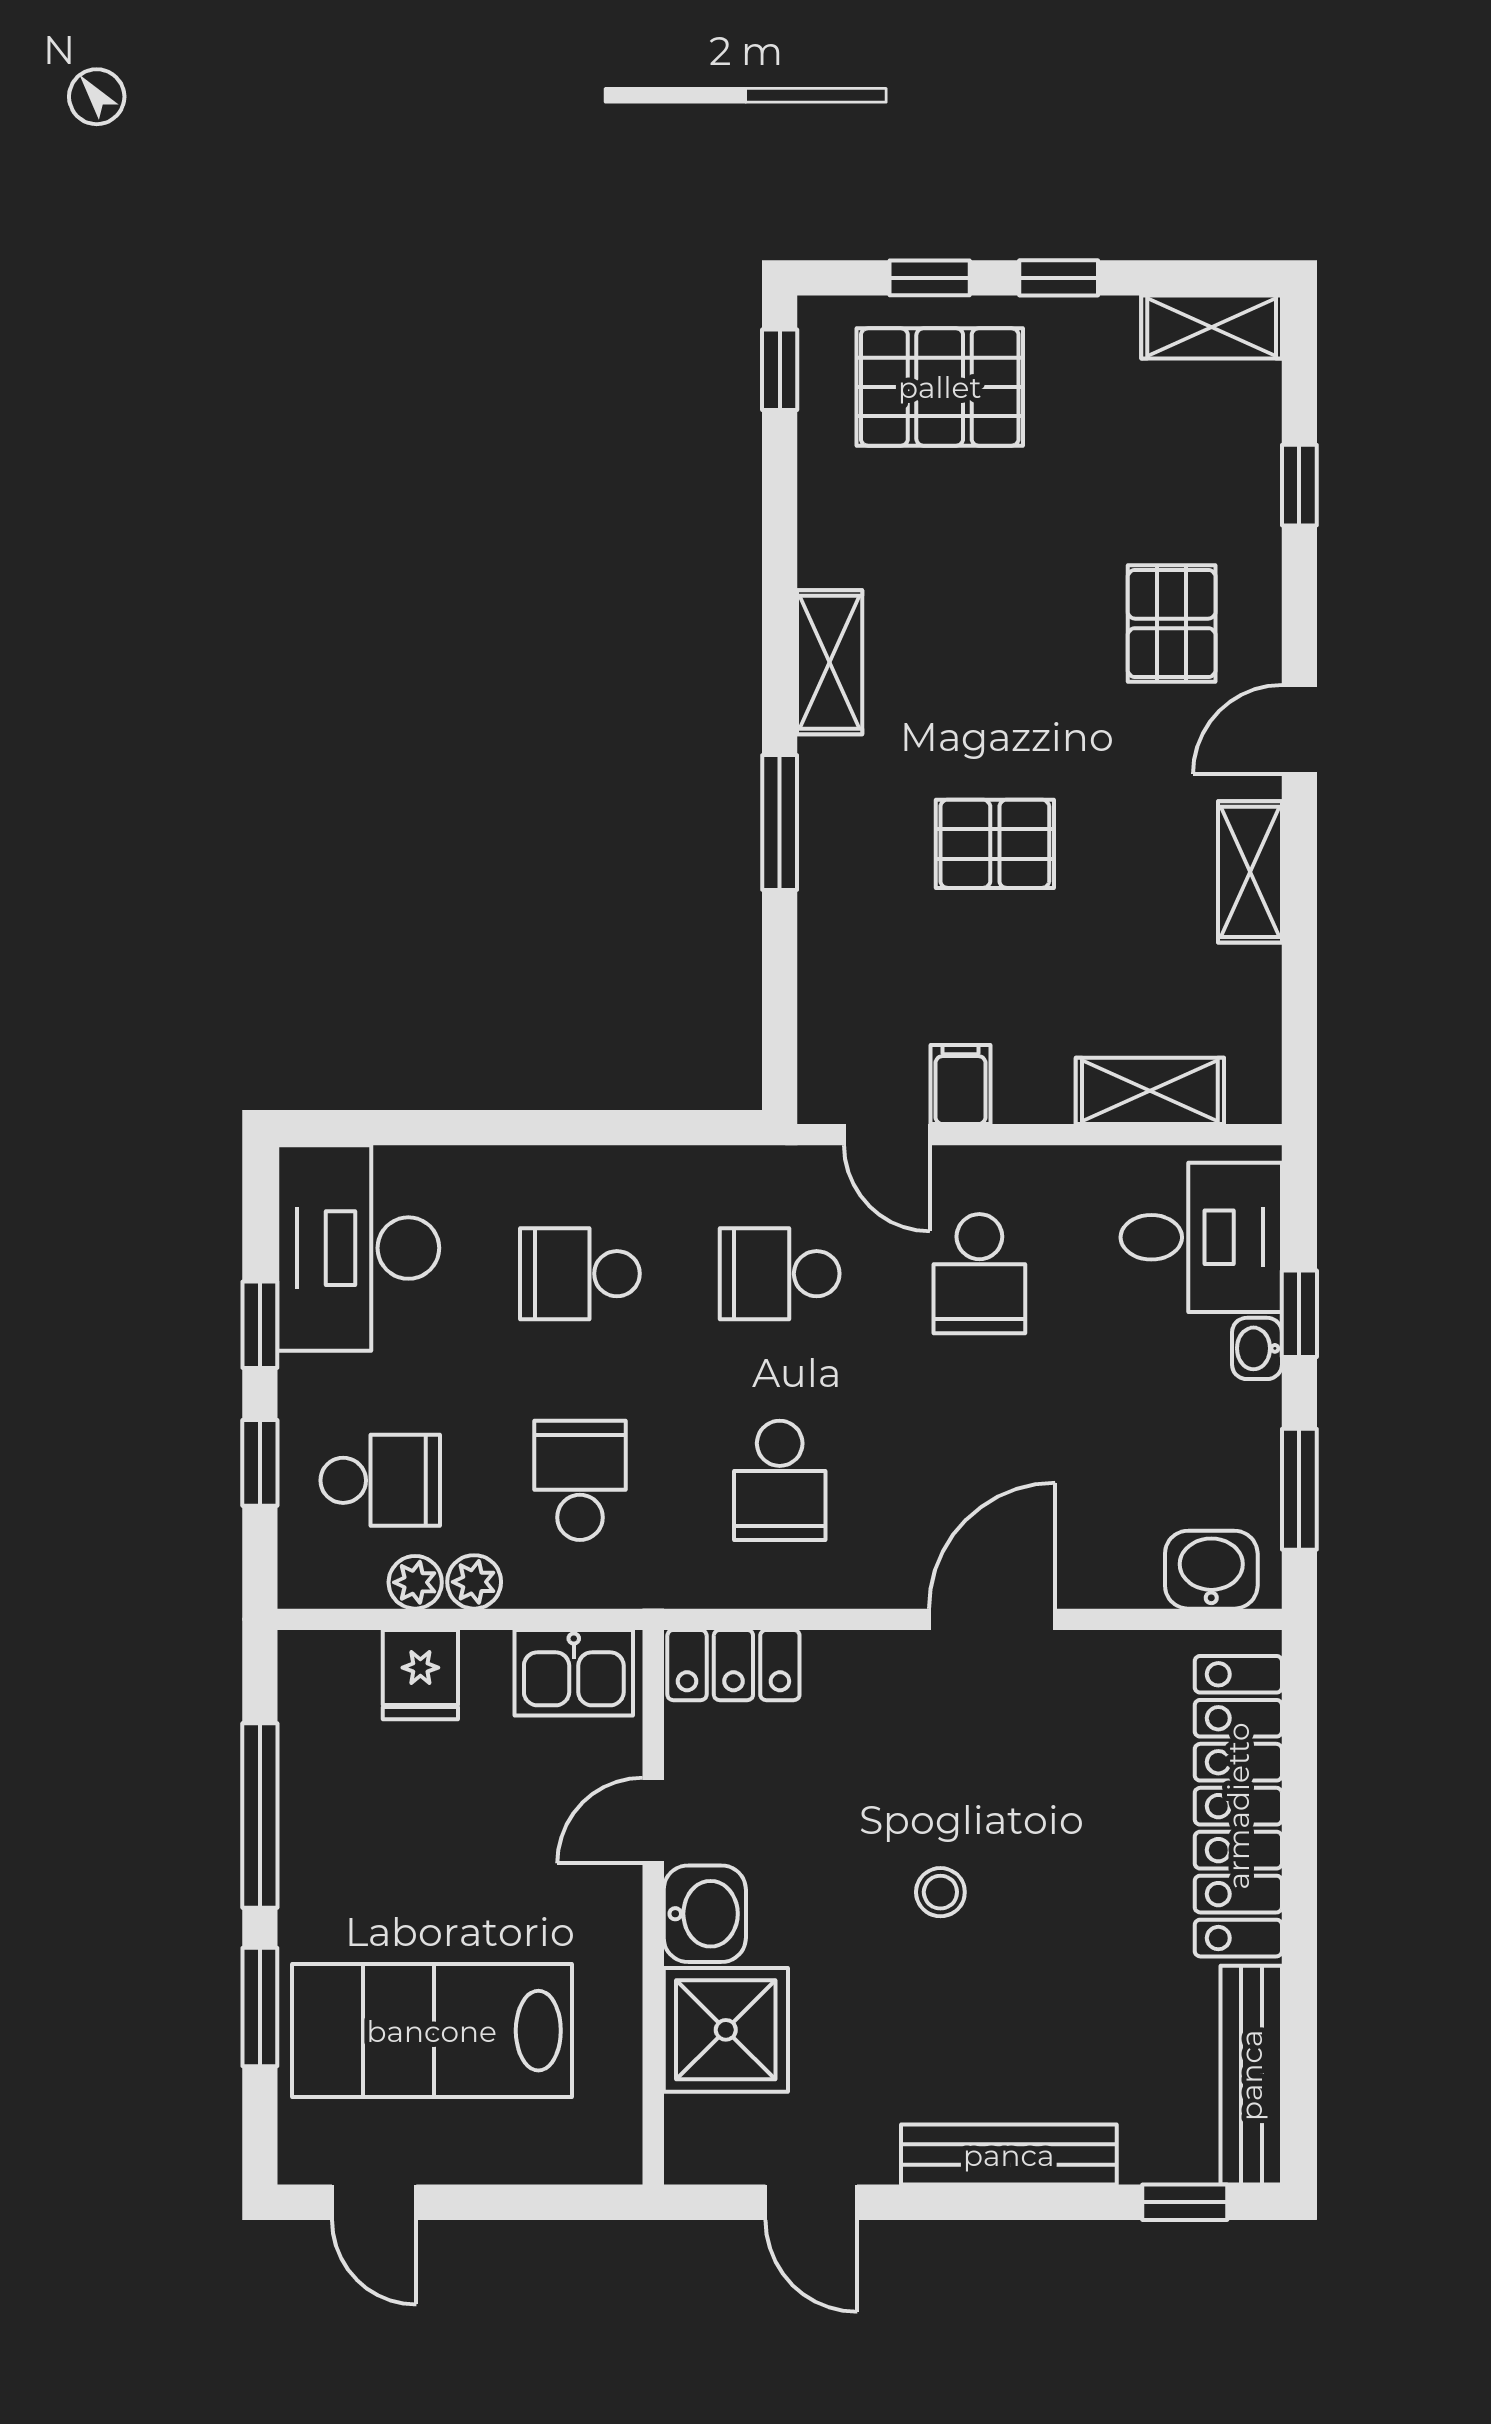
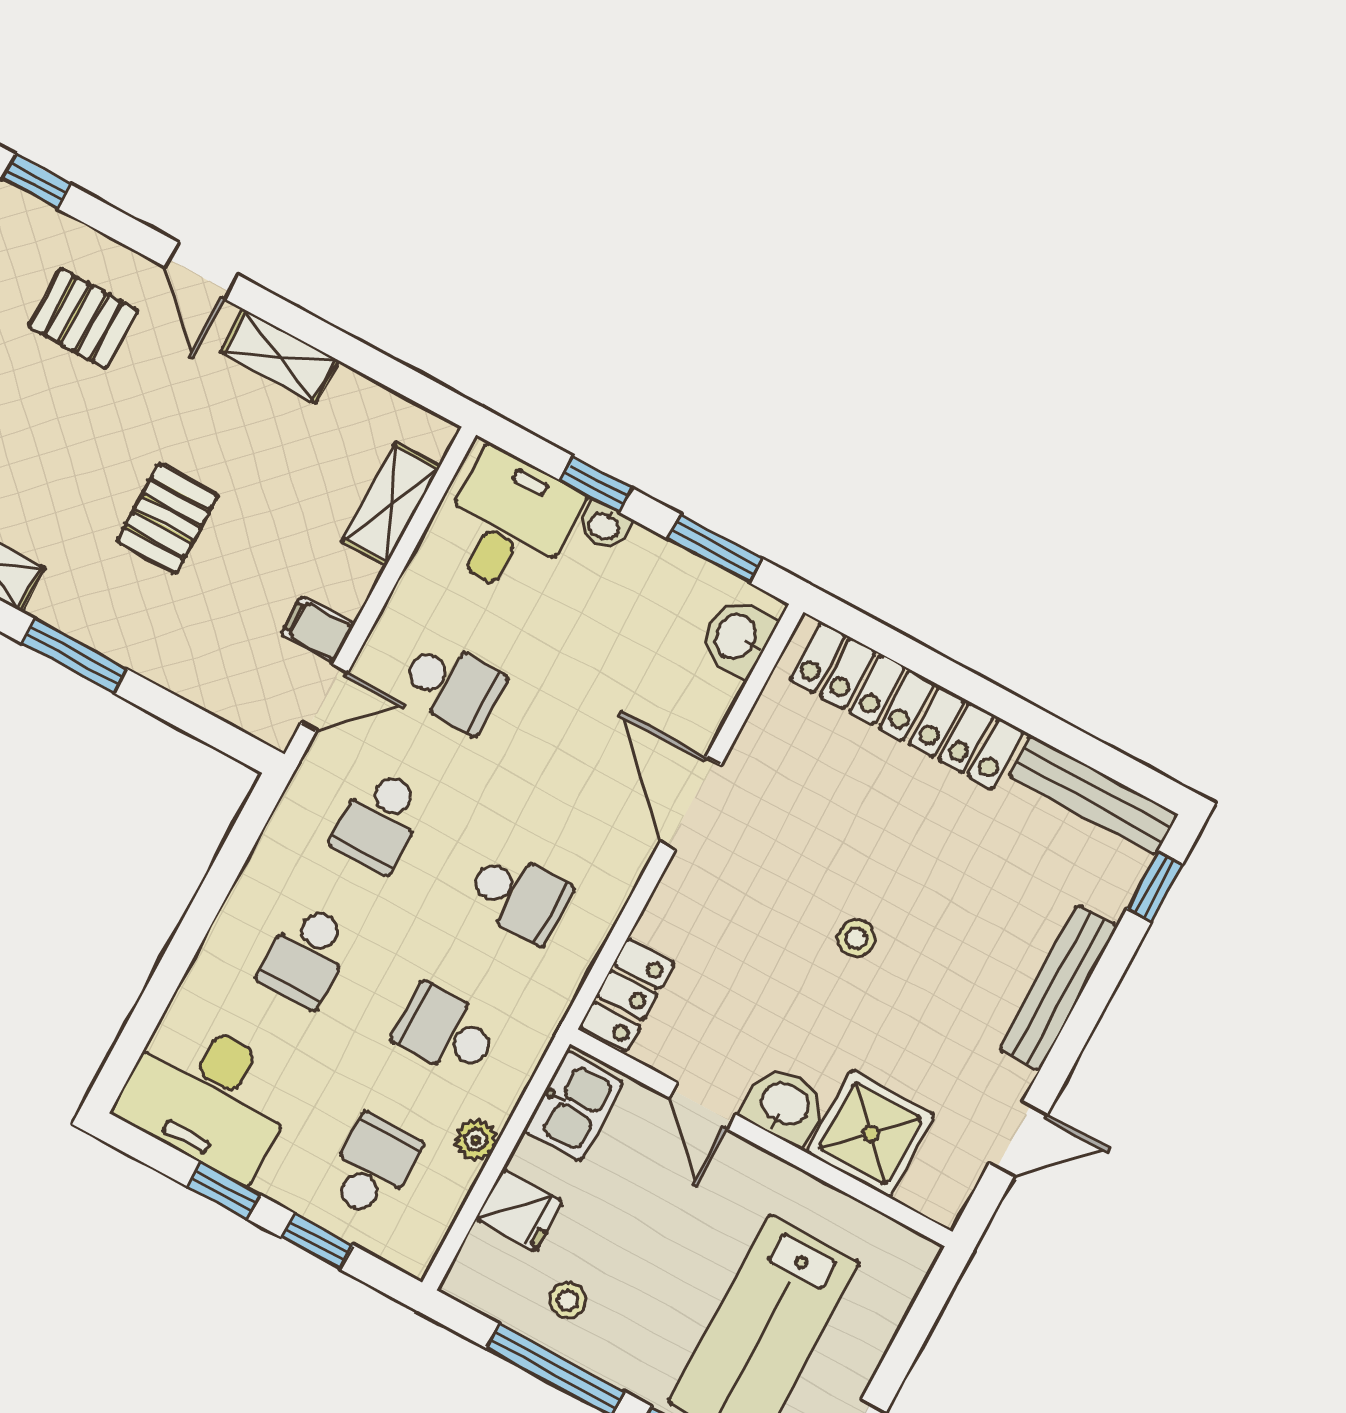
plant: (415, 1582) -> (455, 1180), removed
stool: (347, 1786) -> (568, 1300), added

